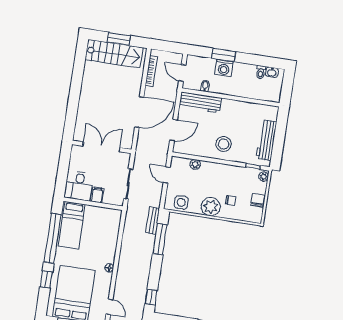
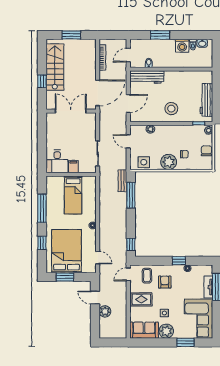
stairs: (114, 54) -> (55, 67), moved, turned -90
washing machine: (224, 68) -> (182, 46), moved
door: (182, 73) -> (128, 55), hinge flipped
window: (76, 88) -> (42, 81), added
double door: (101, 147) -> (71, 111), moved
wall: (102, 147) -> (71, 111), moved
bed: (72, 225) -> (73, 195), moved
window: (53, 238) -> (42, 208), width x0.68

